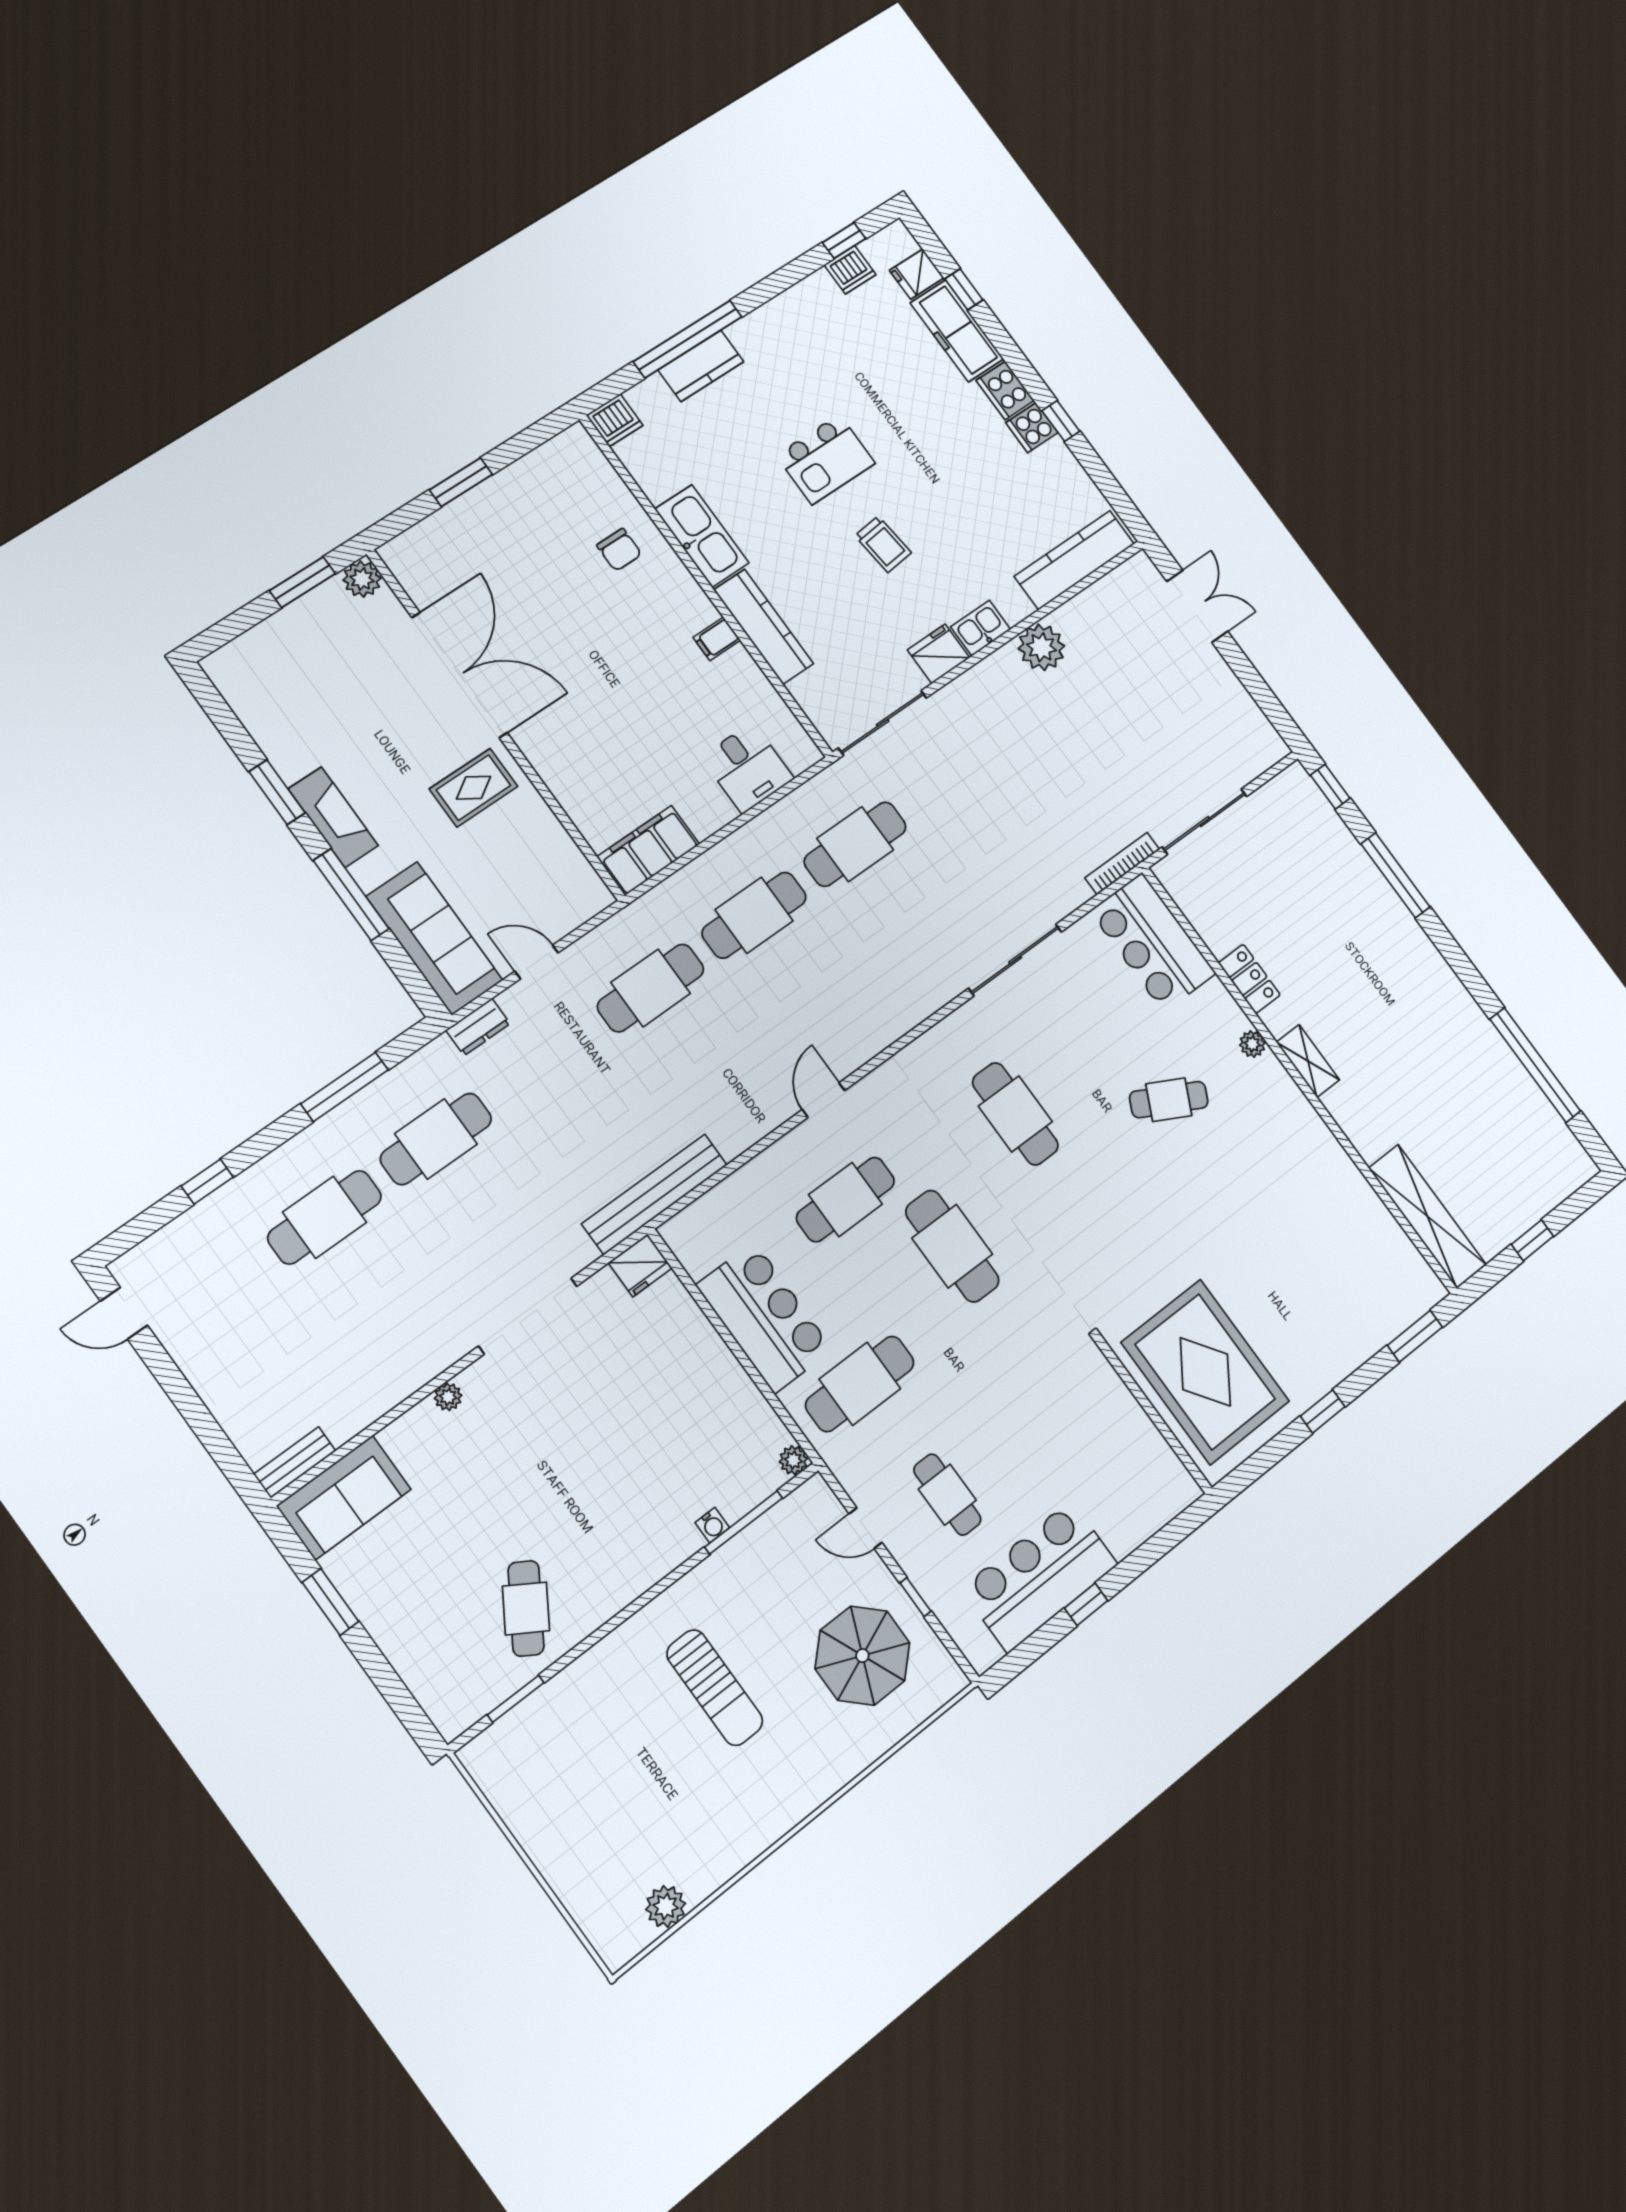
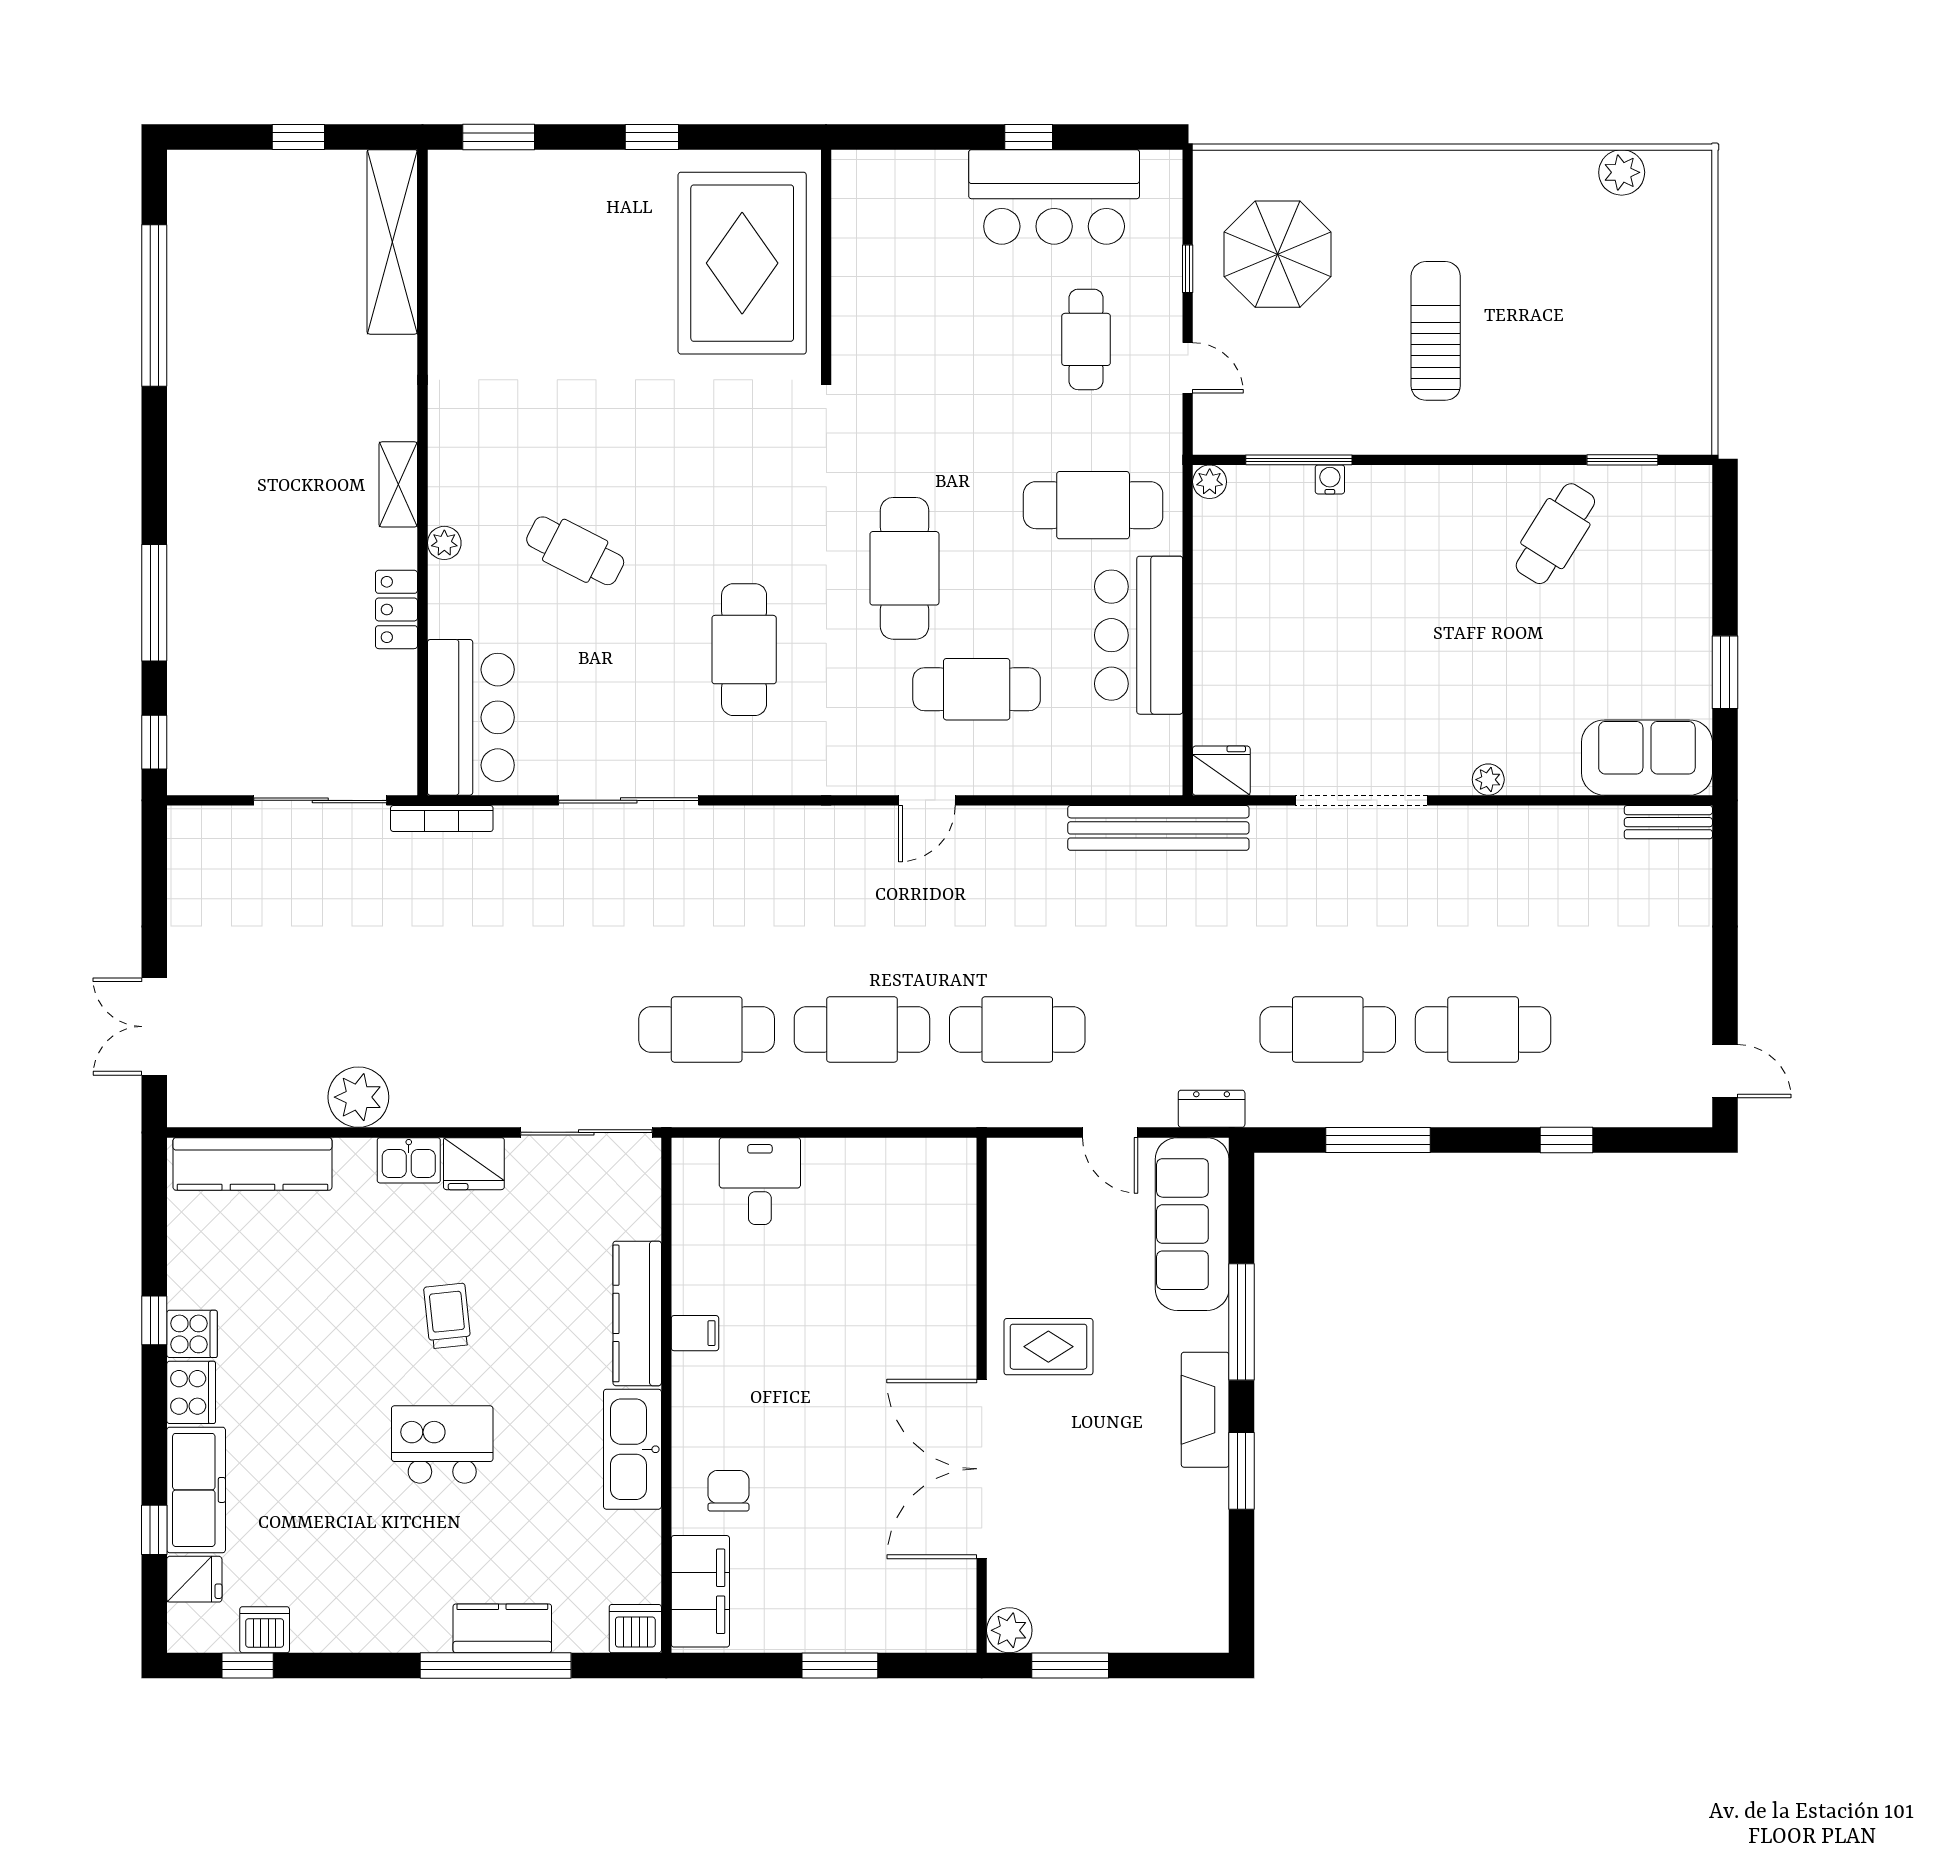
filing cabinet: (648, 850) -> (700, 1591), moved, turned -90

